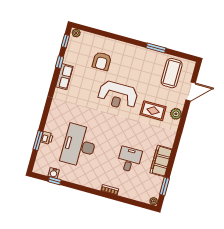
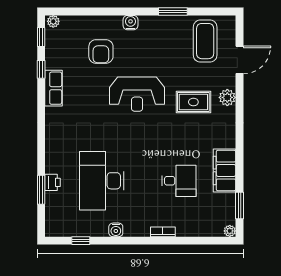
water cooler: (126, 48) -> (130, 23), added
desk: (129, 159) -> (179, 181), turned 90
water cooler: (54, 173) -> (116, 230), moved

